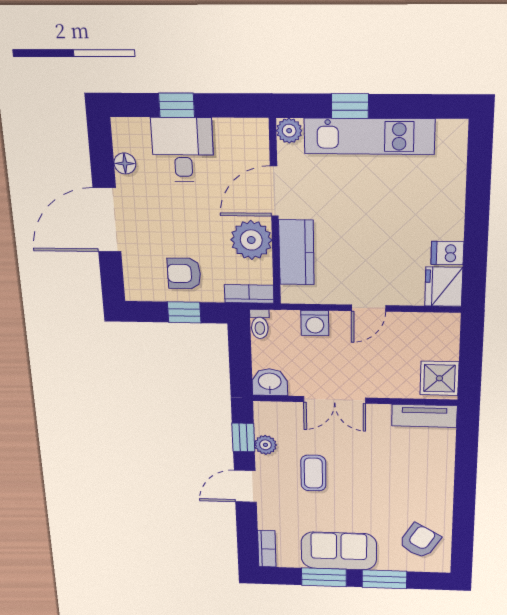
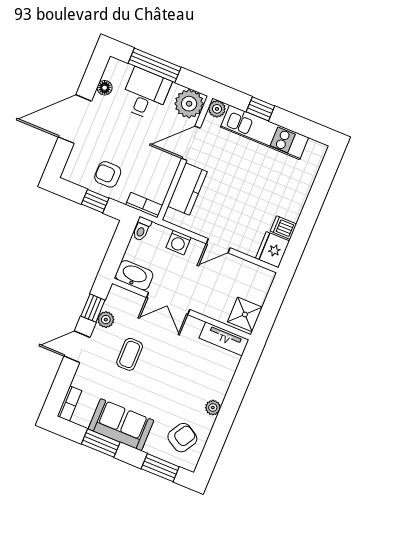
window: (177, 105) -> (155, 65), width x2.17
plant: (251, 240) -> (189, 104), moved
washbasin: (270, 382) -> (134, 275), width x1.38
plant: (443, 497) -> (213, 408), added
window: (384, 579) -> (160, 468), moved

